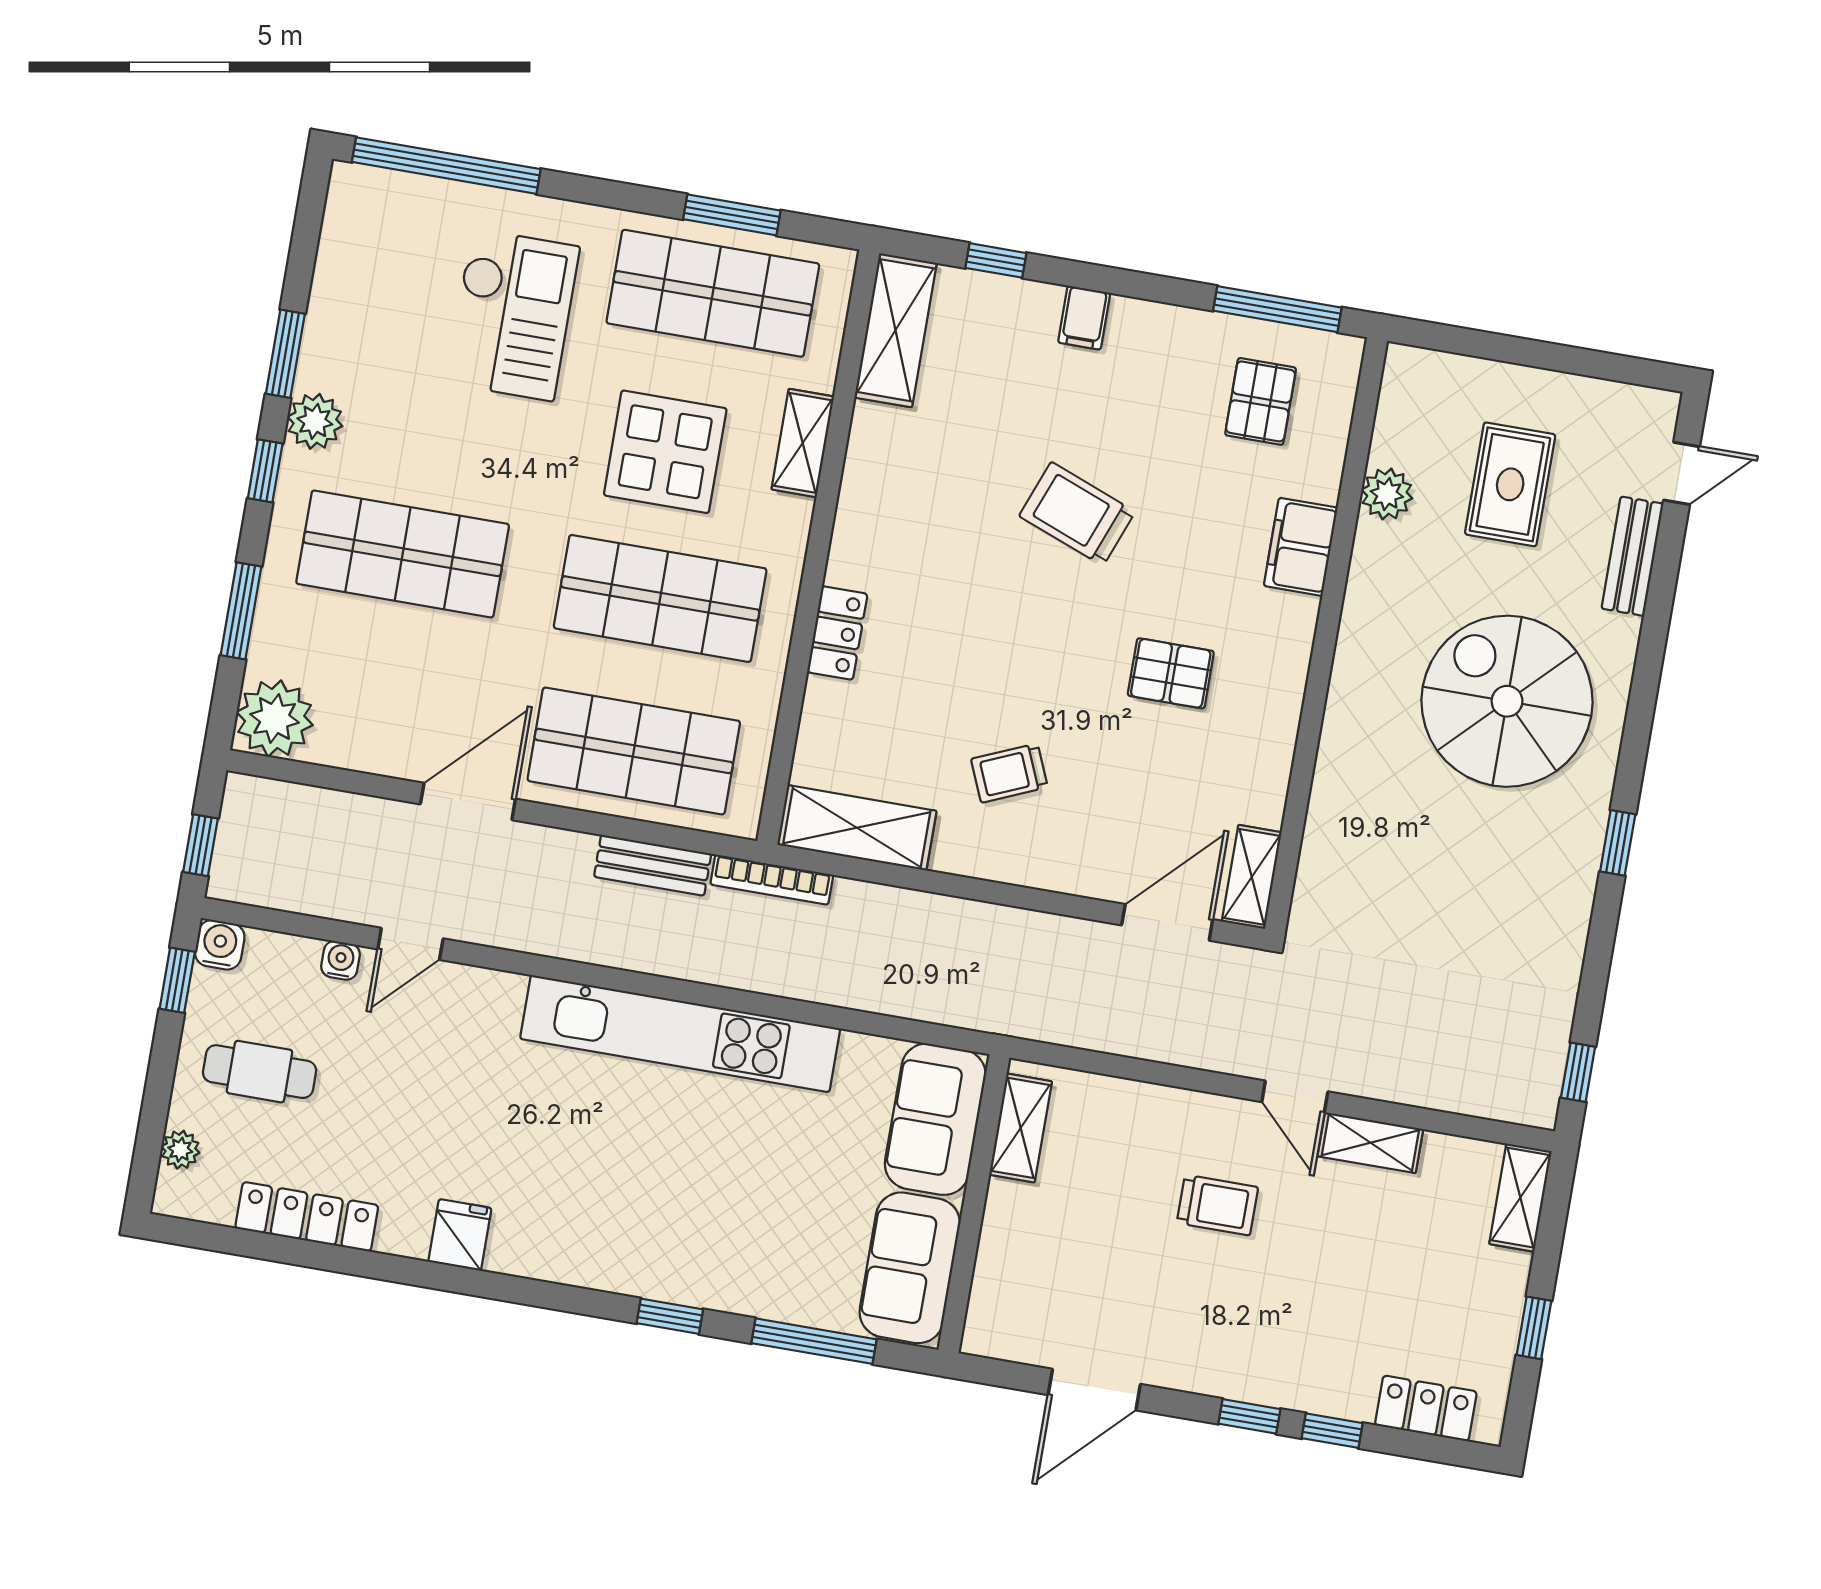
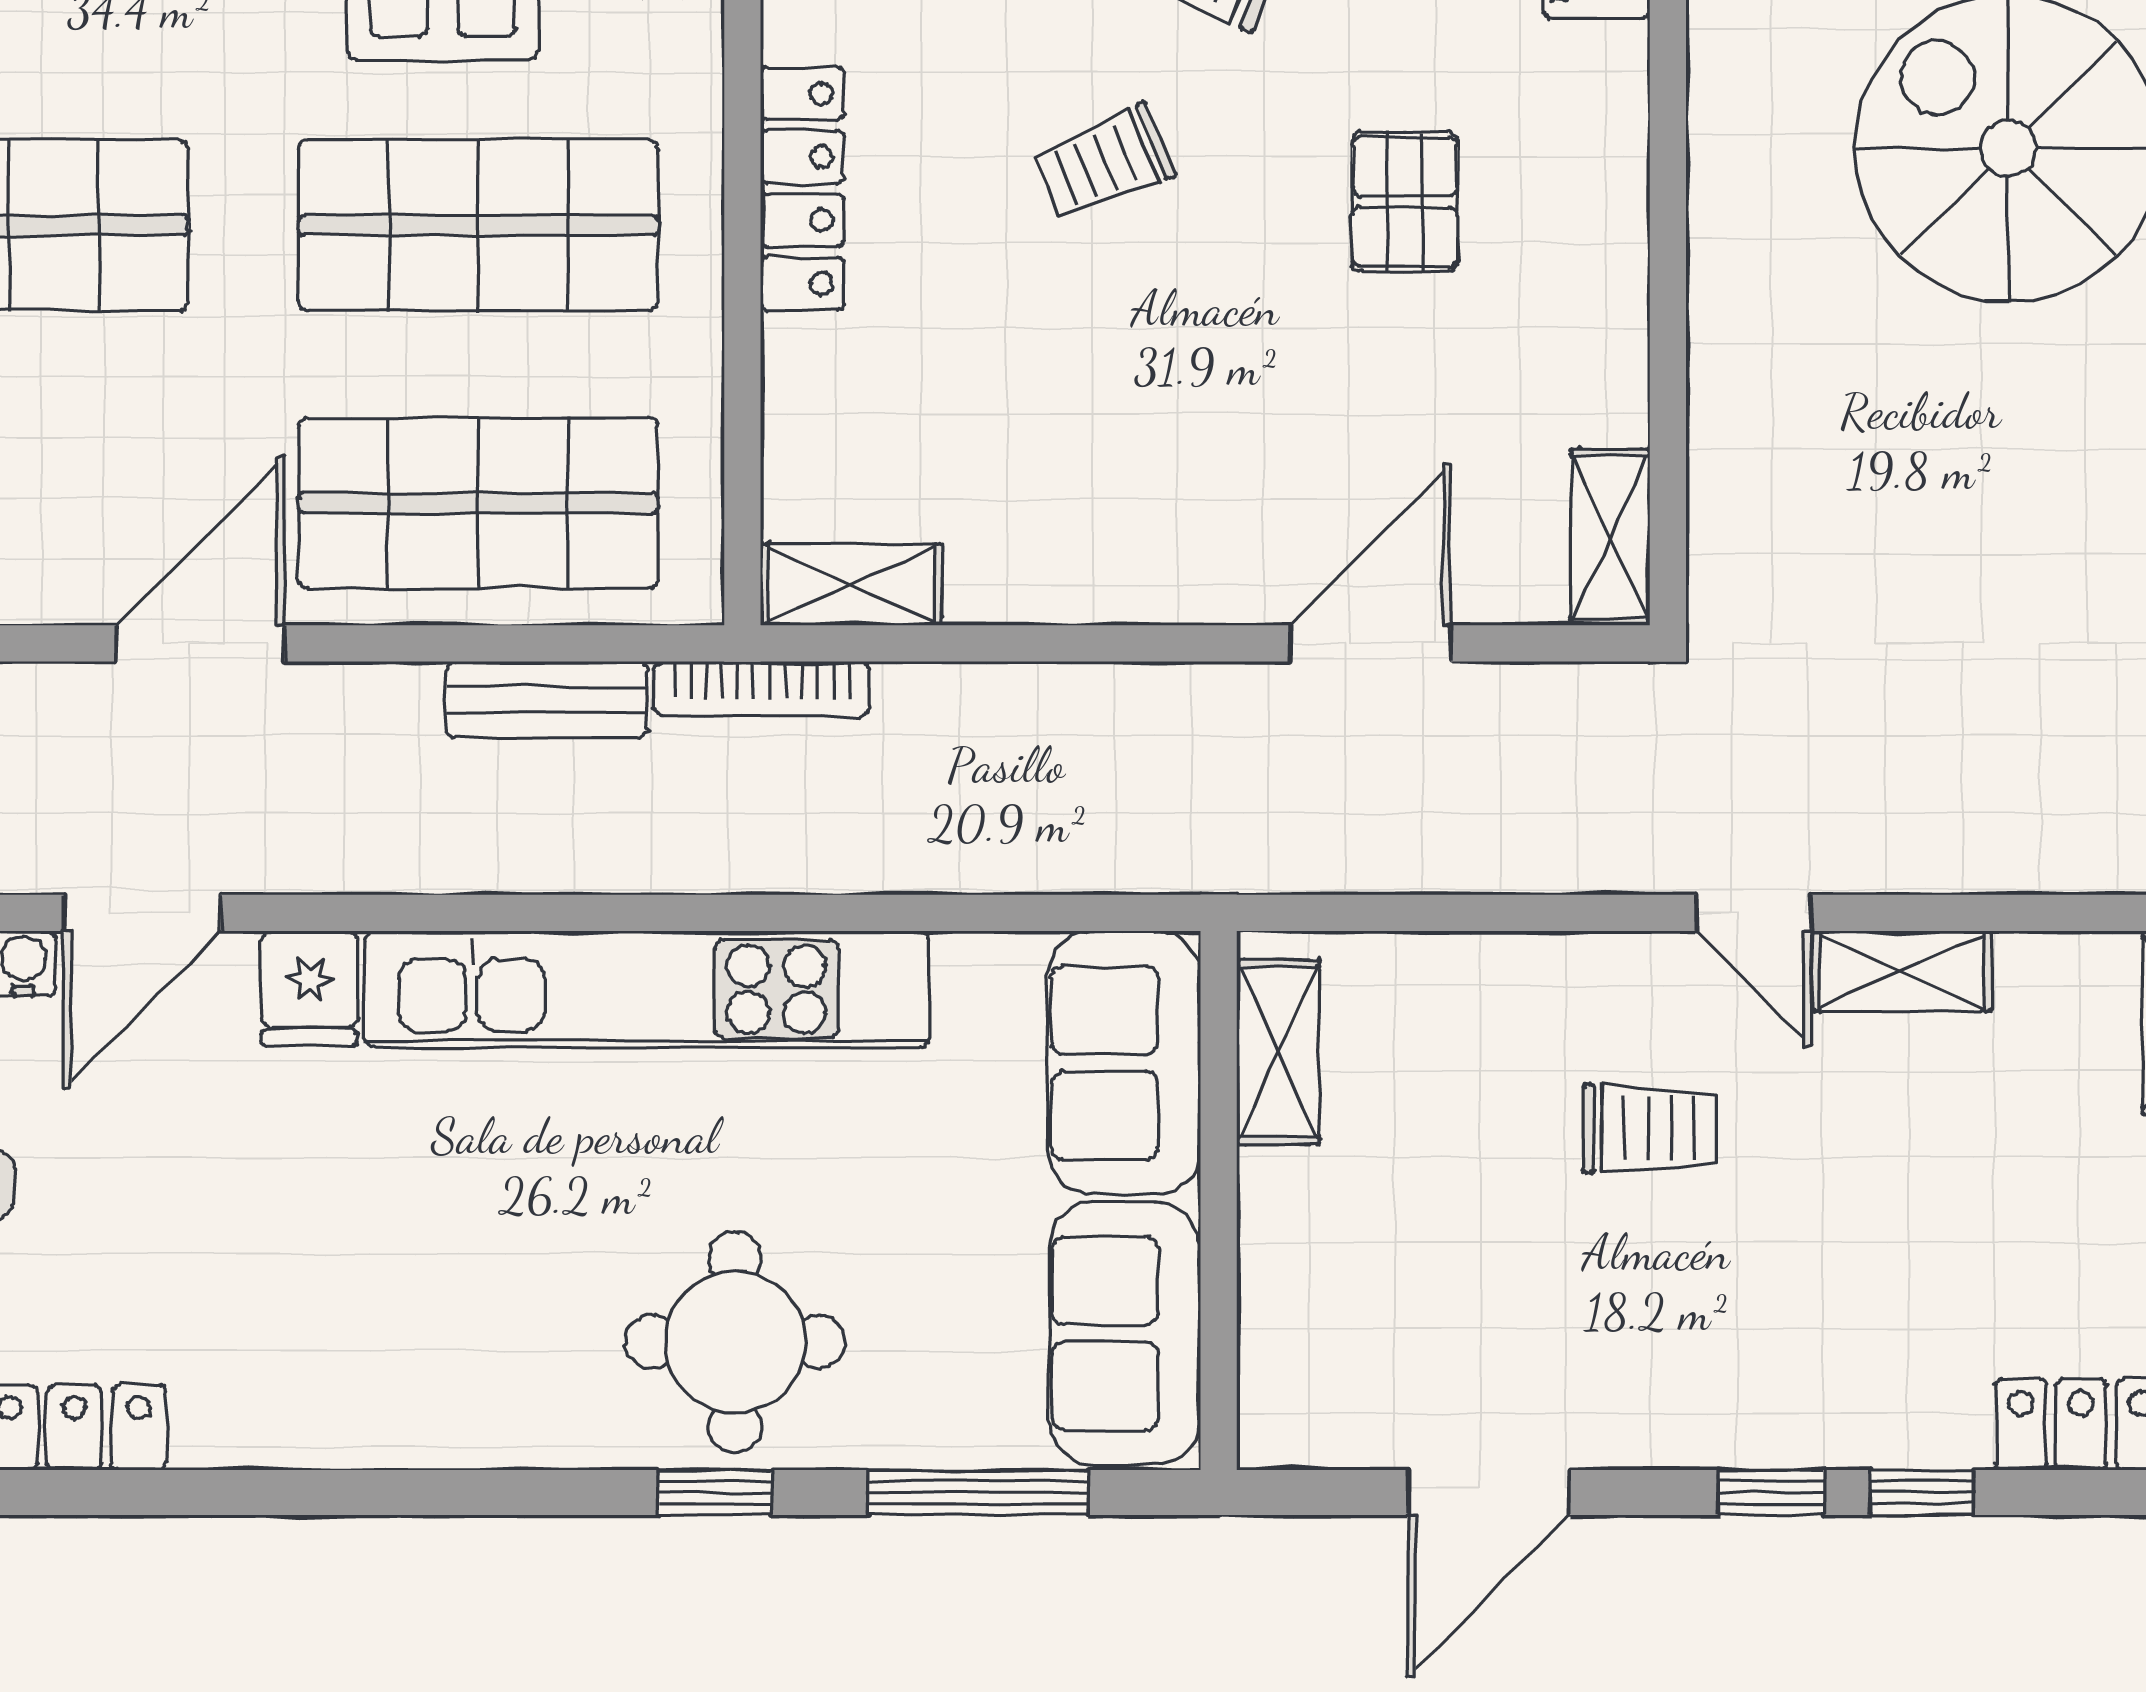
locker: (837, 633) -> (802, 188), width x1.53
pallet: (1171, 673) -> (1405, 202), turned 90
trolley: (1009, 773) -> (1104, 162), moved
shelving: (857, 828) -> (851, 584), width x0.67, depth x0.75
door: (1167, 922) -> (1370, 643), moved
door: (410, 944) -> (142, 913), width x1.38
fridge: (460, 1235) -> (309, 988), moved, turned 180
round table: (695, 1236) -> (735, 1342), added

